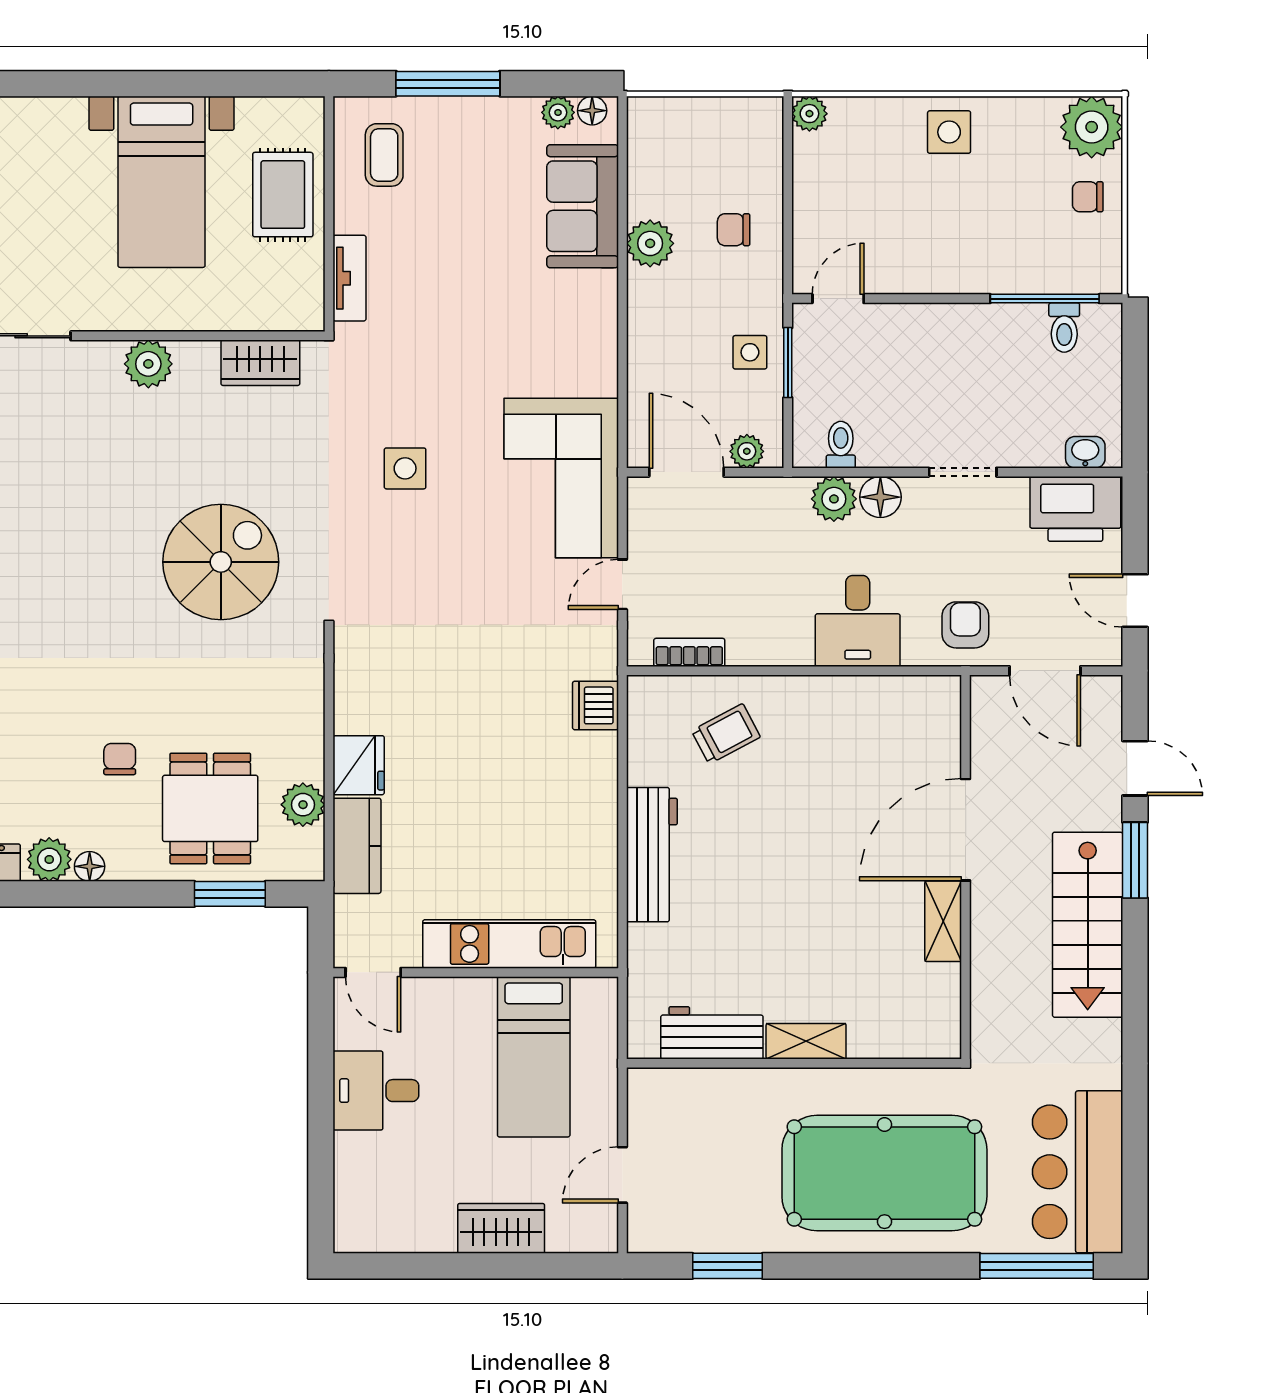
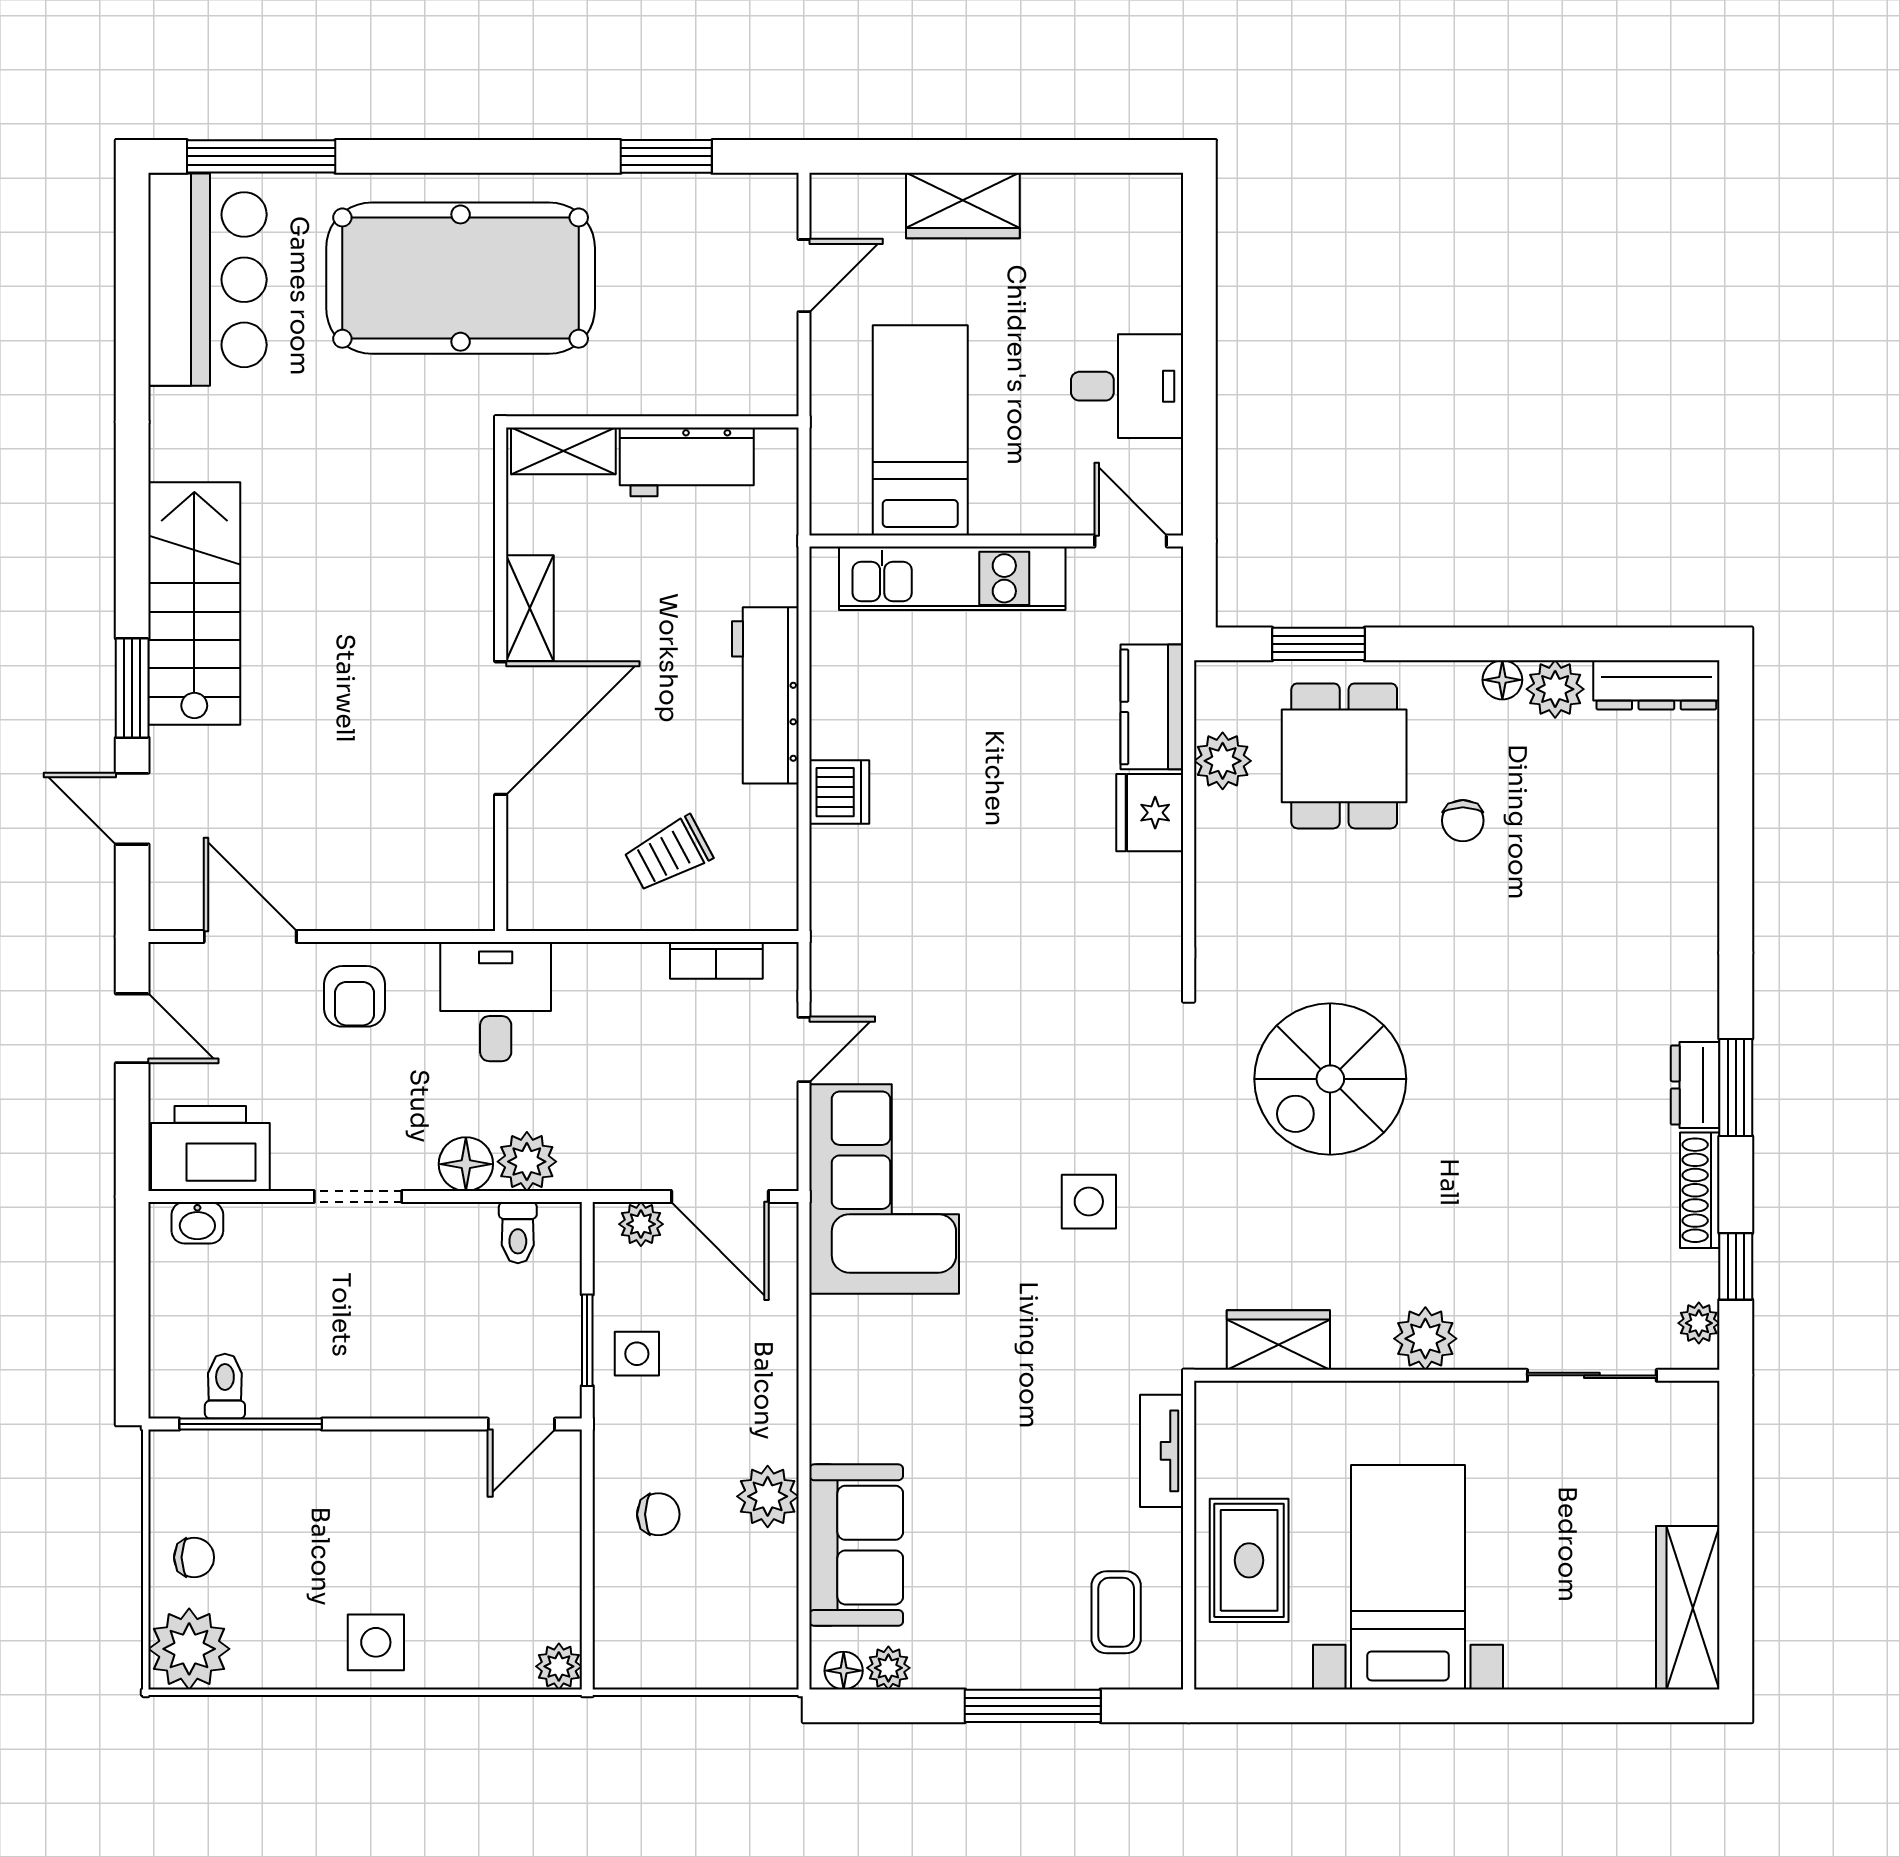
dishwasher: (595, 705) -> (839, 792), moved
door: (966, 830) -> (501, 728), moved
wall: (966, 867) -> (501, 679), moved
shelving: (943, 921) -> (530, 608), moved

